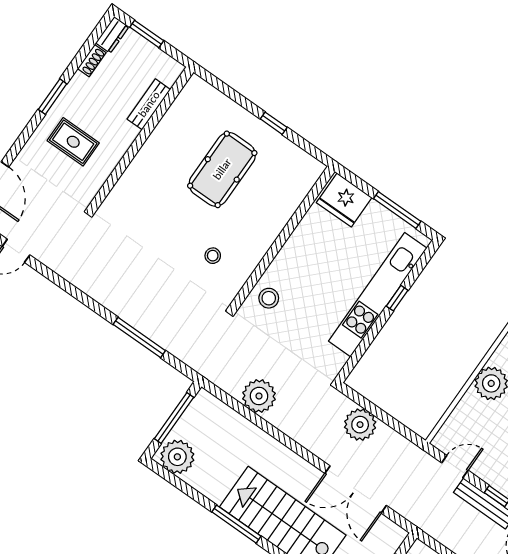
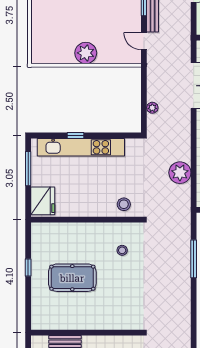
plant: (360, 425) -> (152, 108), width x0.53, depth x0.53

